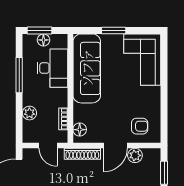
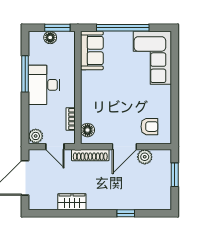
window: (40, 31) -> (57, 28), moved
window: (114, 31) -> (123, 28), width x2.11
desk: (53, 68) -> (44, 85), moved, turned 180
sofa: (87, 68) -> (92, 51), width x0.54, depth x0.79
plant: (29, 113) -> (36, 136), moved

